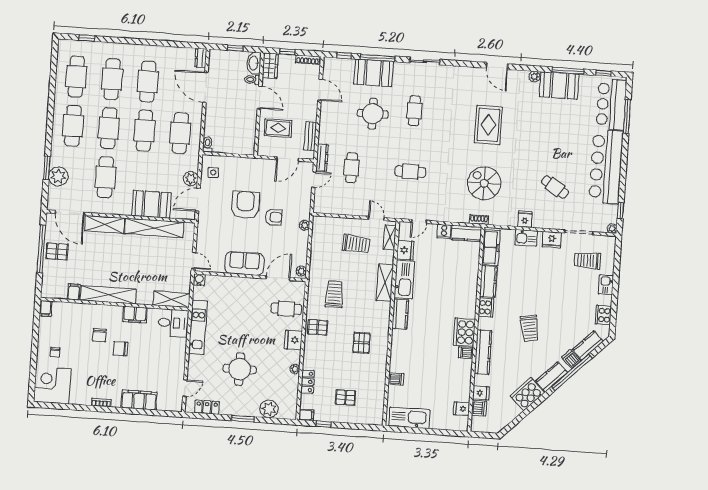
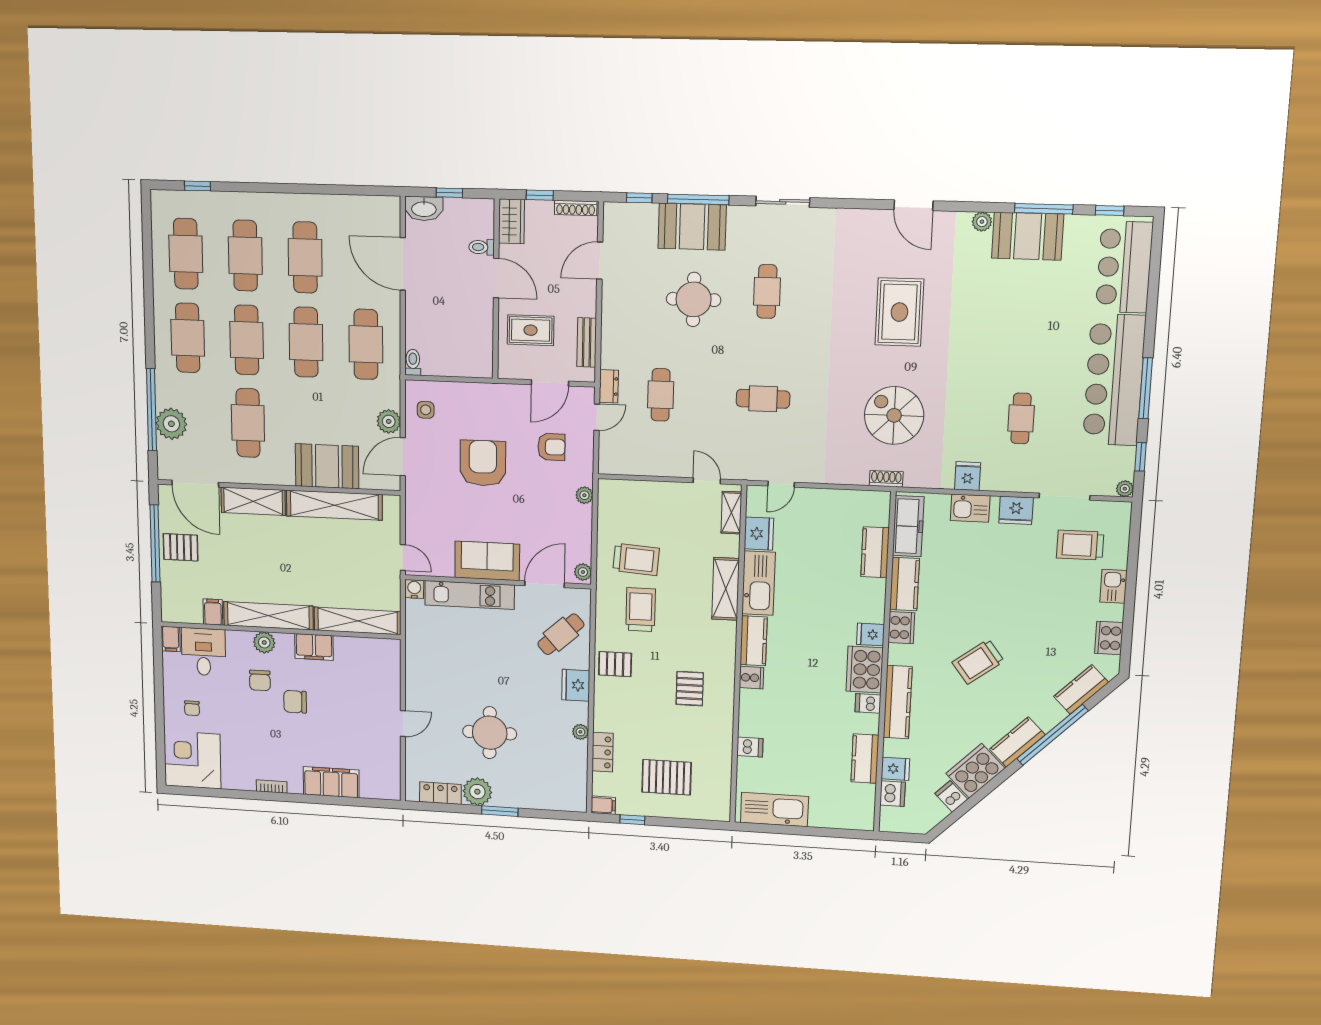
dresser: (201, 58) -> (391, 213), removed
washbasin: (254, 63) -> (424, 209), moved, turned -90
door: (320, 90) -> (600, 261), swing flipped
window: (627, 116) -> (1146, 388), moved
dresser: (322, 158) -> (609, 386), width x0.70
window: (47, 168) -> (151, 410), width x2.11
cafe table: (555, 187) -> (1021, 418), turned 58
armchair: (274, 217) -> (551, 447), moved
cooker: (444, 231) -> (751, 678), moved, turned -90
kitchen counter: (466, 233) -> (875, 552), moved, turned 90
trolley: (356, 244) -> (636, 559), moved
shelving: (172, 299) -> (358, 621), width x1.47
cafe table: (286, 309) -> (561, 634), turned -42
plant: (104, 311) -> (264, 642), added
desk: (173, 323) -> (204, 652), moved, turned -90
kitchen unit: (198, 327) -> (470, 595), moved, turned 90
trolley: (529, 328) -> (978, 662), turned 63
dishwasher: (571, 359) -> (951, 796), moved
kitchen counter: (463, 386) -> (865, 759), added
door: (185, 388) -> (403, 724), moved
pallet: (345, 398) -> (667, 777), width x1.50, depth x1.42
plant: (269, 409) -> (477, 792), moved
fridge: (462, 409) -> (870, 634), moved

